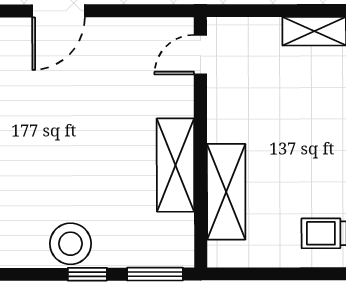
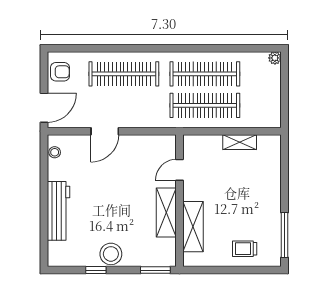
door: (200, 55) -> (180, 170), moved
window: (87, 274) -> (96, 270), moved

